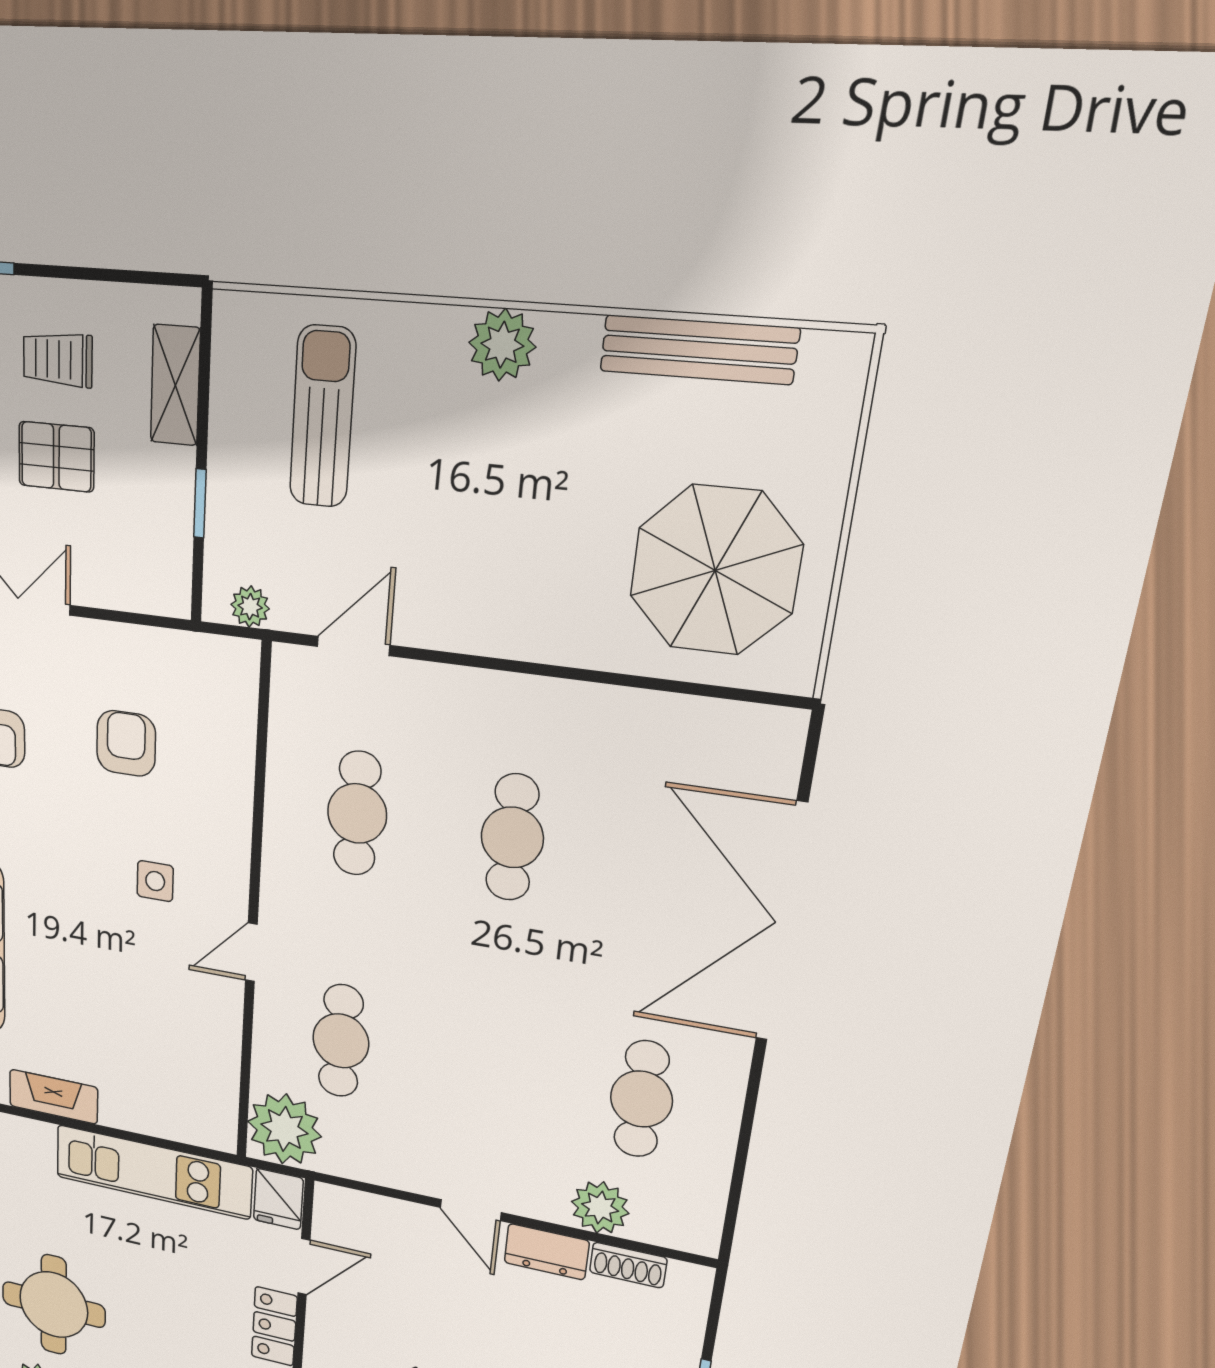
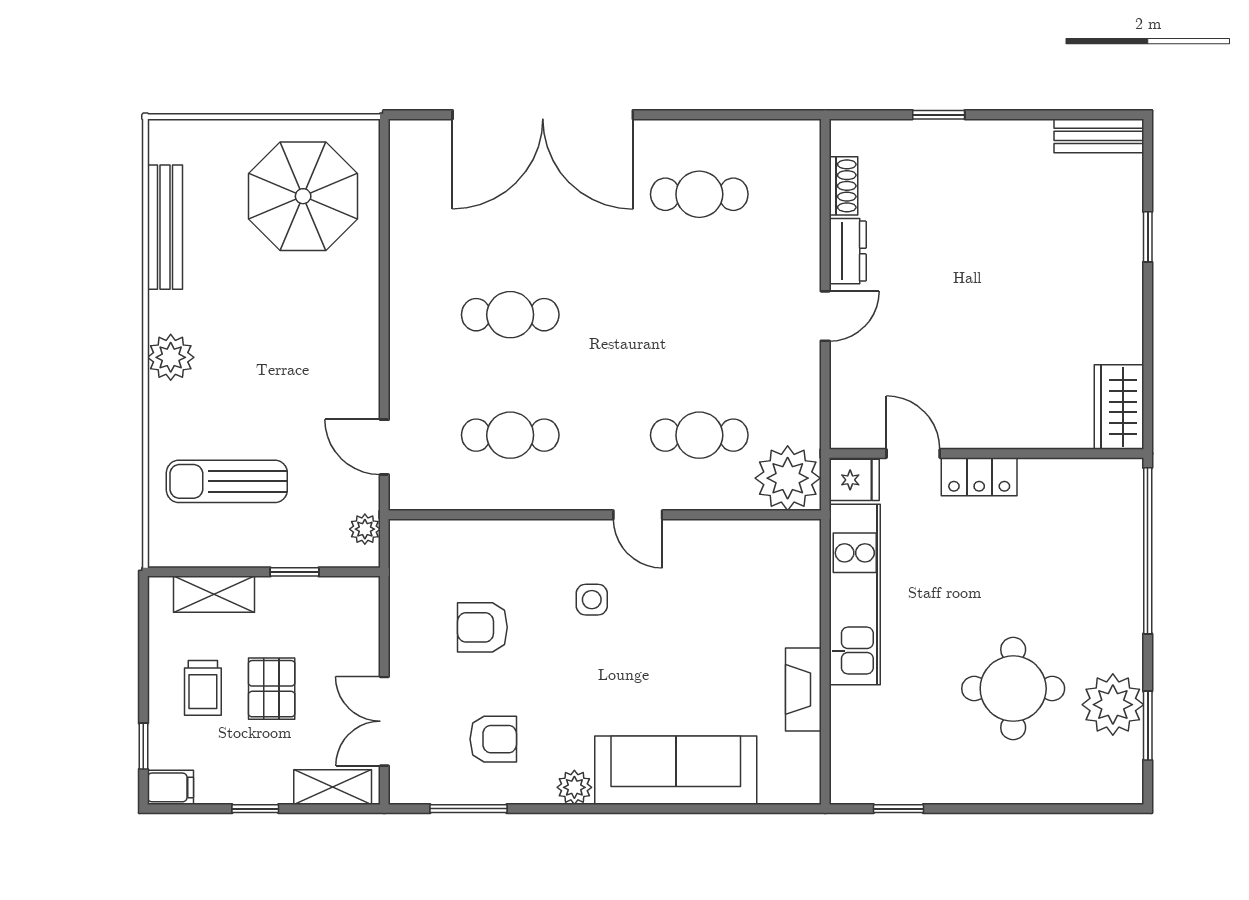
plant: (600, 1207) -> (798, 214), removed

